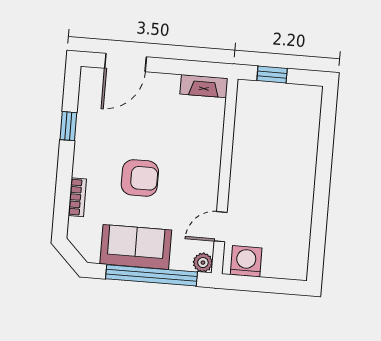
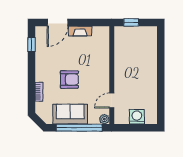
fireplace: (204, 86) -> (80, 31), moved
window: (68, 126) -> (32, 44), moved
washing machine: (246, 261) -> (137, 117), moved

